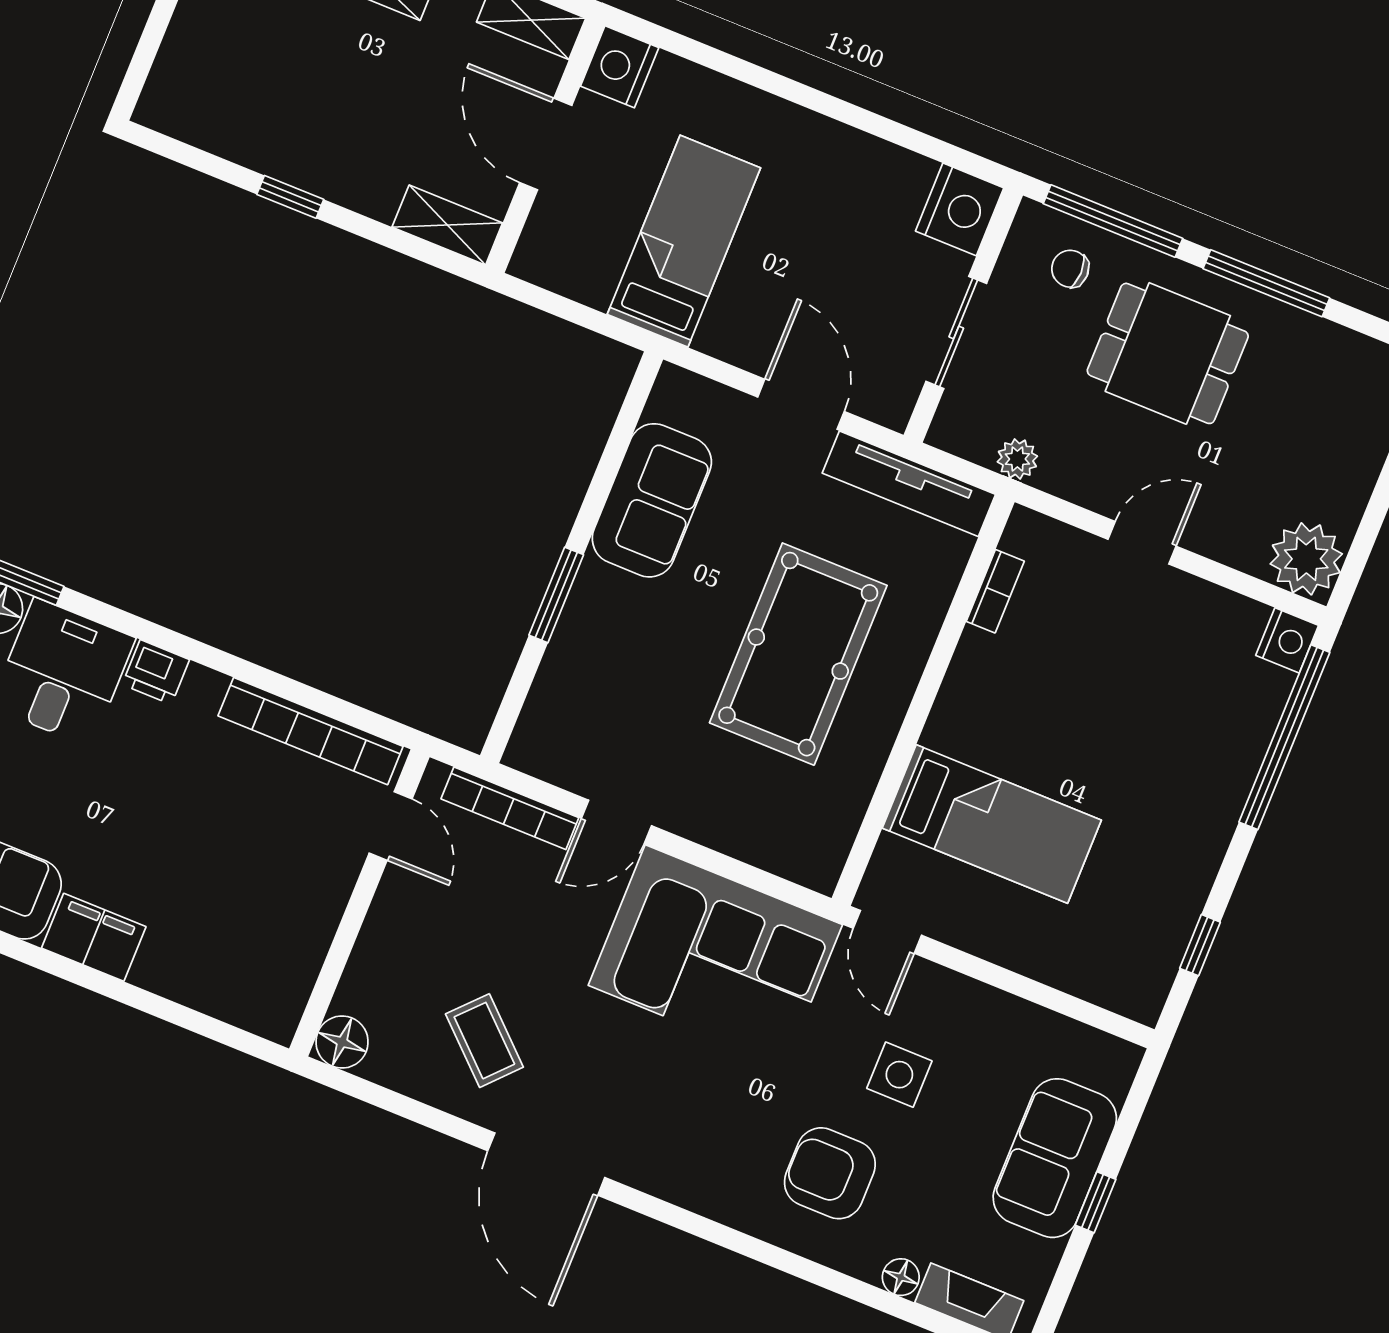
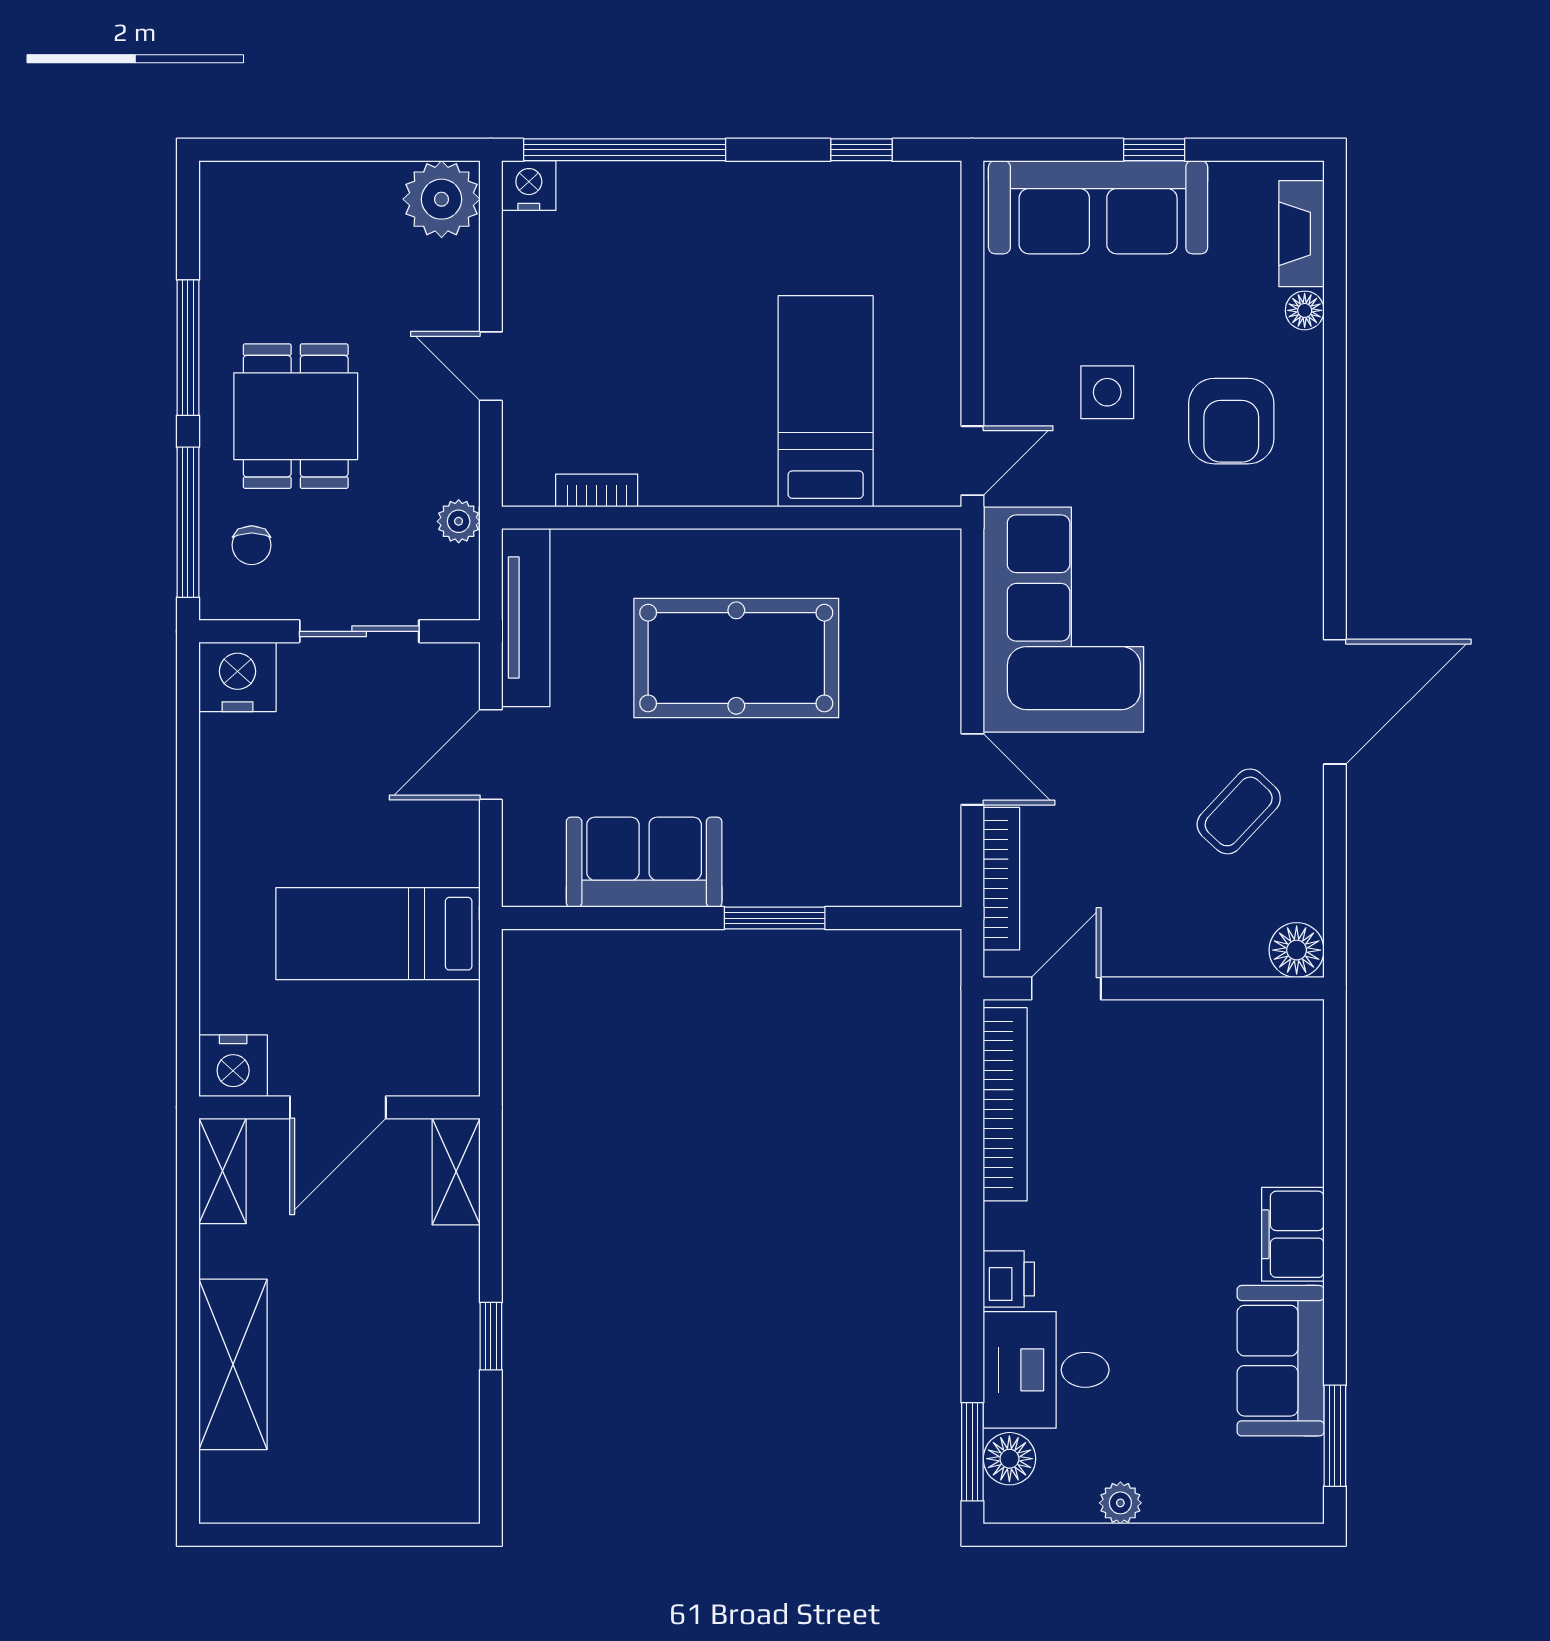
sofa: (1055, 1158) -> (1098, 207), width x1.36

